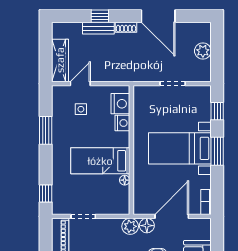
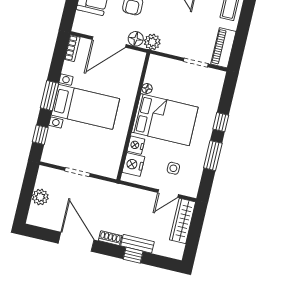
bed: (100, 161) -> (165, 120), width x1.50
window: (46, 193) -> (221, 122), moved

